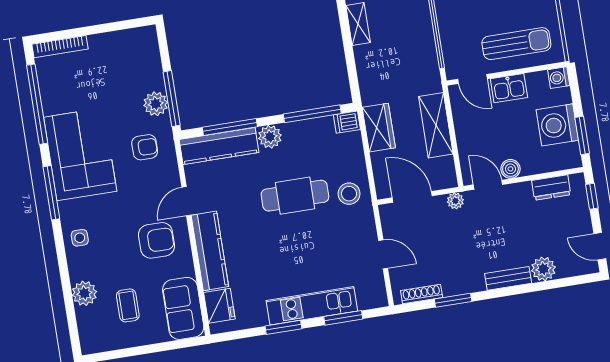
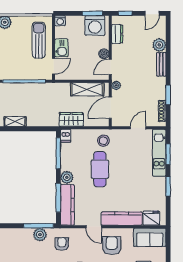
shelving: (436, 125) -> (87, 89), moved
washing machine: (557, 125) -> (95, 25), moved
kitchen unit: (312, 306) -> (159, 153), moved

